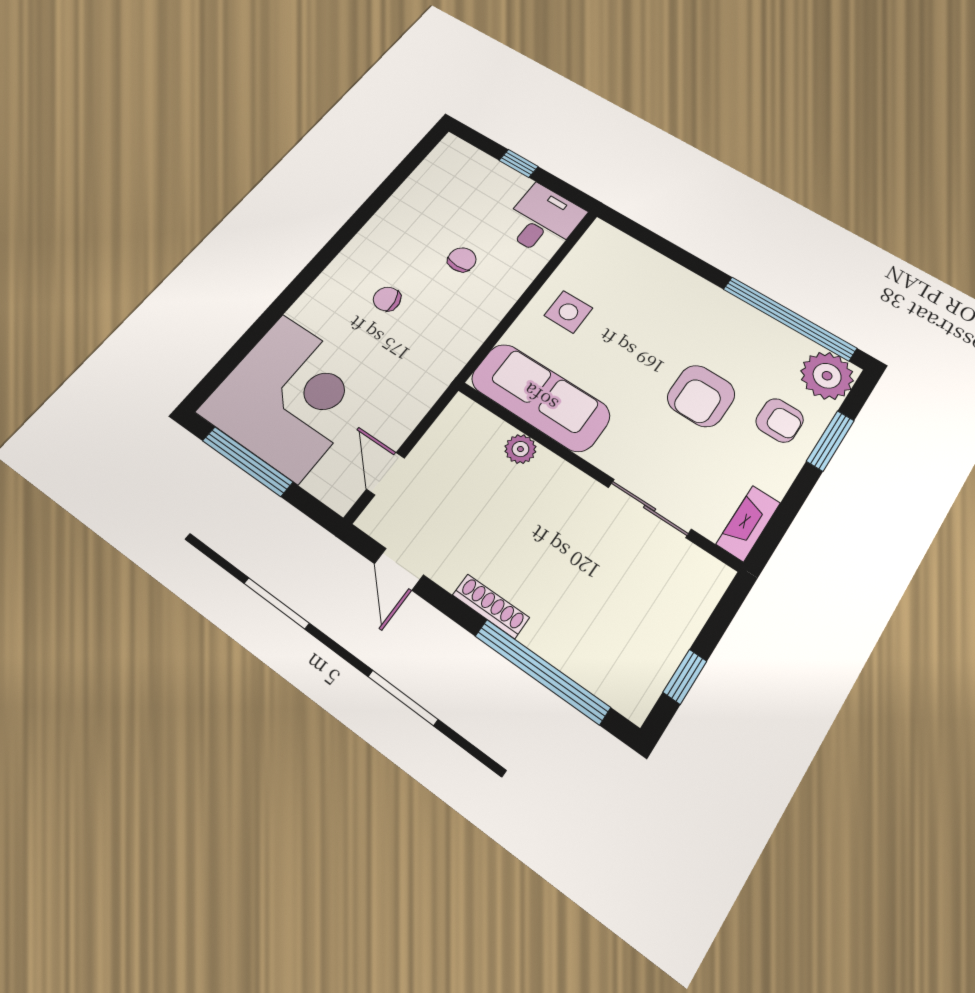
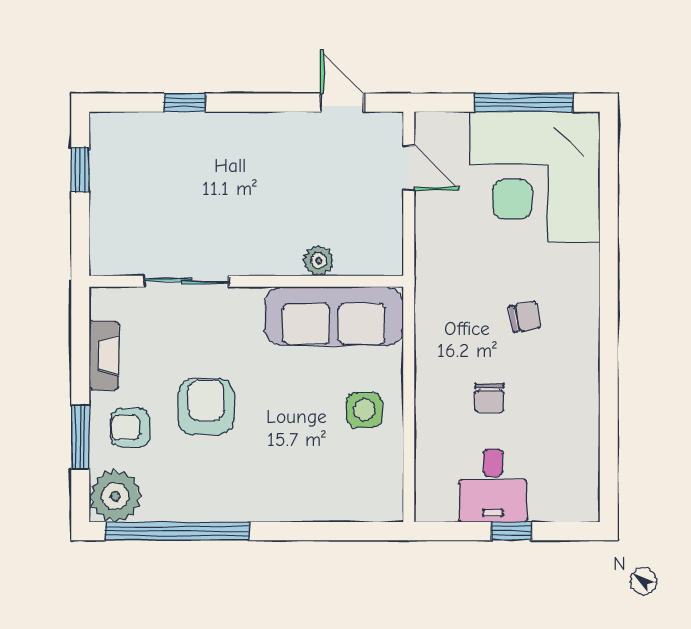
desk: (543, 220) -> (493, 486), moved
fireplace: (748, 523) -> (104, 356), moved
shoe rack: (491, 606) -> (254, 123), removed
window: (542, 671) -> (185, 103), width x0.32

